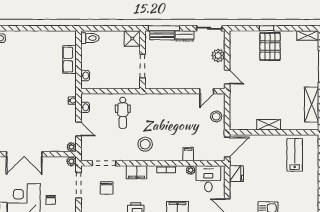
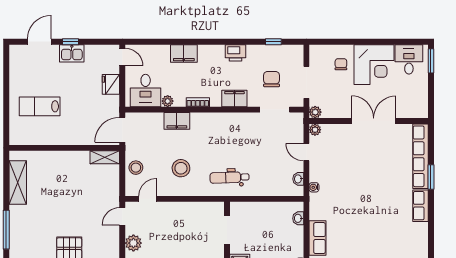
door: (227, 77) -> (122, 216), hinge flipped
dental chair: (123, 113) -> (229, 177), moved, turned -92
shelving: (269, 125) -> (105, 157), moved
stool: (145, 144) -> (181, 168), moved
filing cabinet: (188, 154) -> (177, 121), width x2.00
lab bench: (295, 155) -> (40, 106), moved, turned 90
fridge: (236, 174) -> (111, 84), moved

